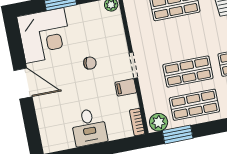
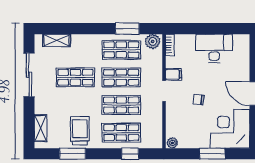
shop shelf: (181, 38) -> (121, 105), added
desk: (89, 127) -> (214, 48), width x1.37
window: (178, 134) -> (127, 29), moved

